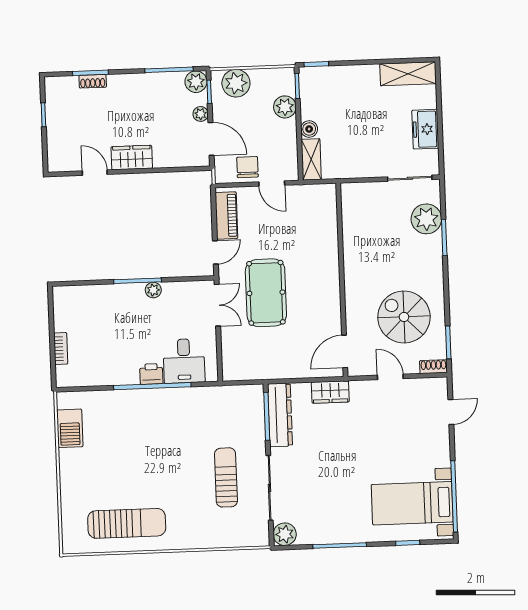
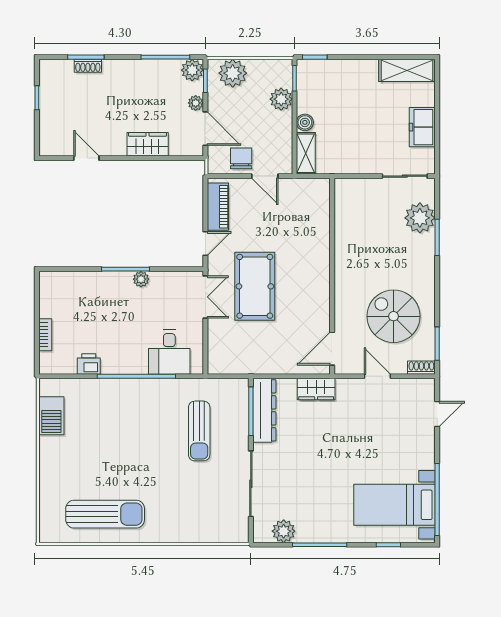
wardrobe: (132, 158) -> (148, 144), moved
printer: (151, 374) -> (89, 364), moved
sun lounger: (226, 477) -> (199, 431), moved, turned 180
plant: (285, 534) -> (284, 531), moved

